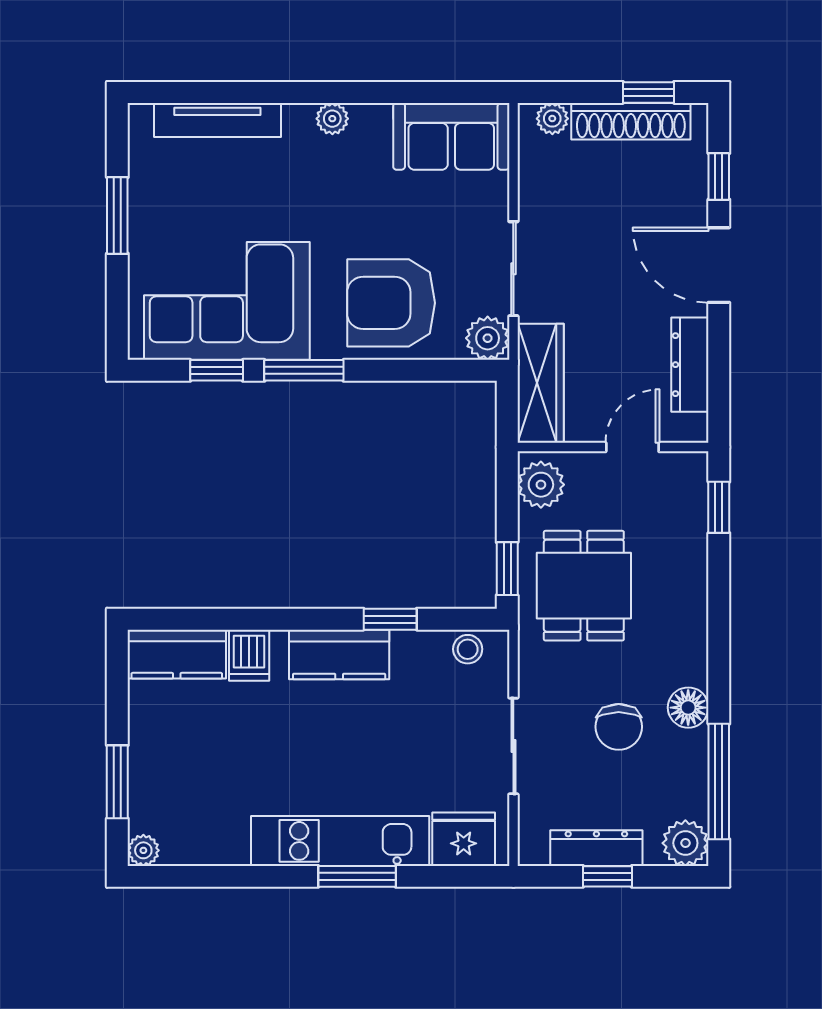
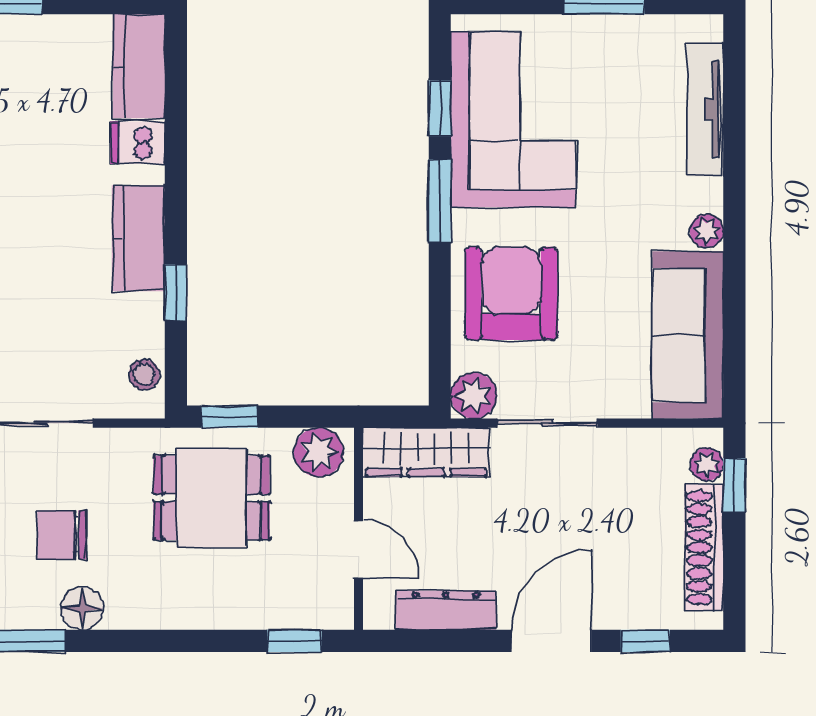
window: (648, 92) -> (734, 485), moved
sofa: (451, 136) -> (688, 335), width x1.36

